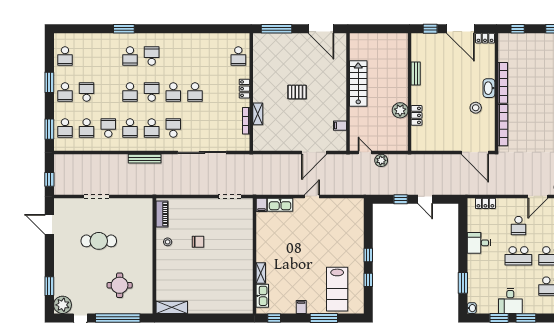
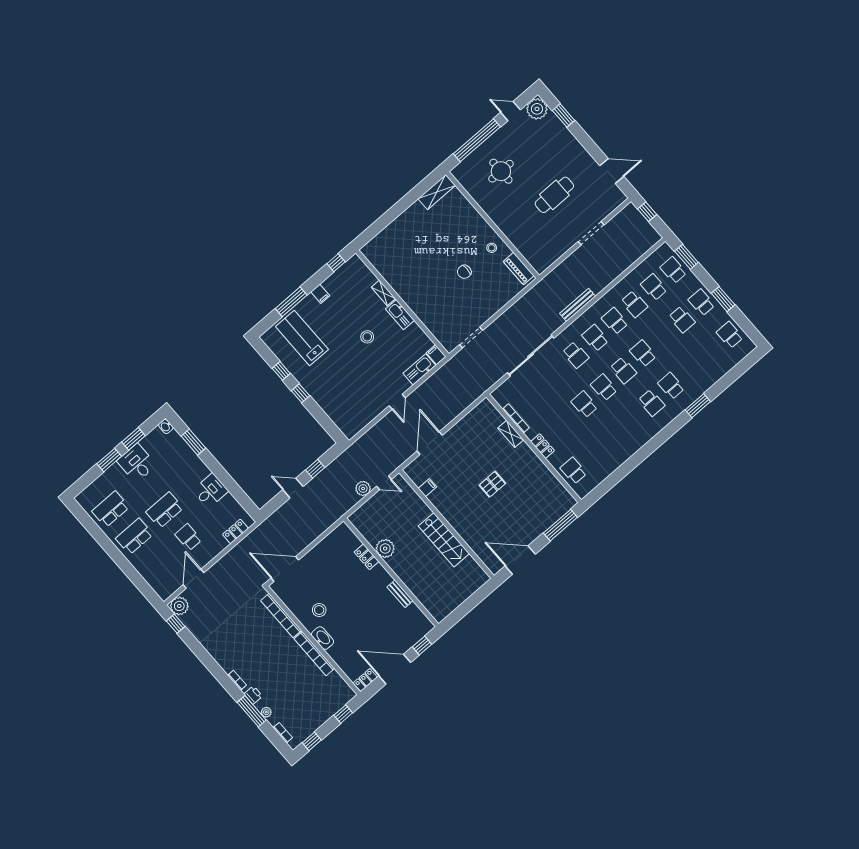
stool: (295, 254) -> (367, 337), added
kitchen sink: (262, 296) -> (400, 315), moved

